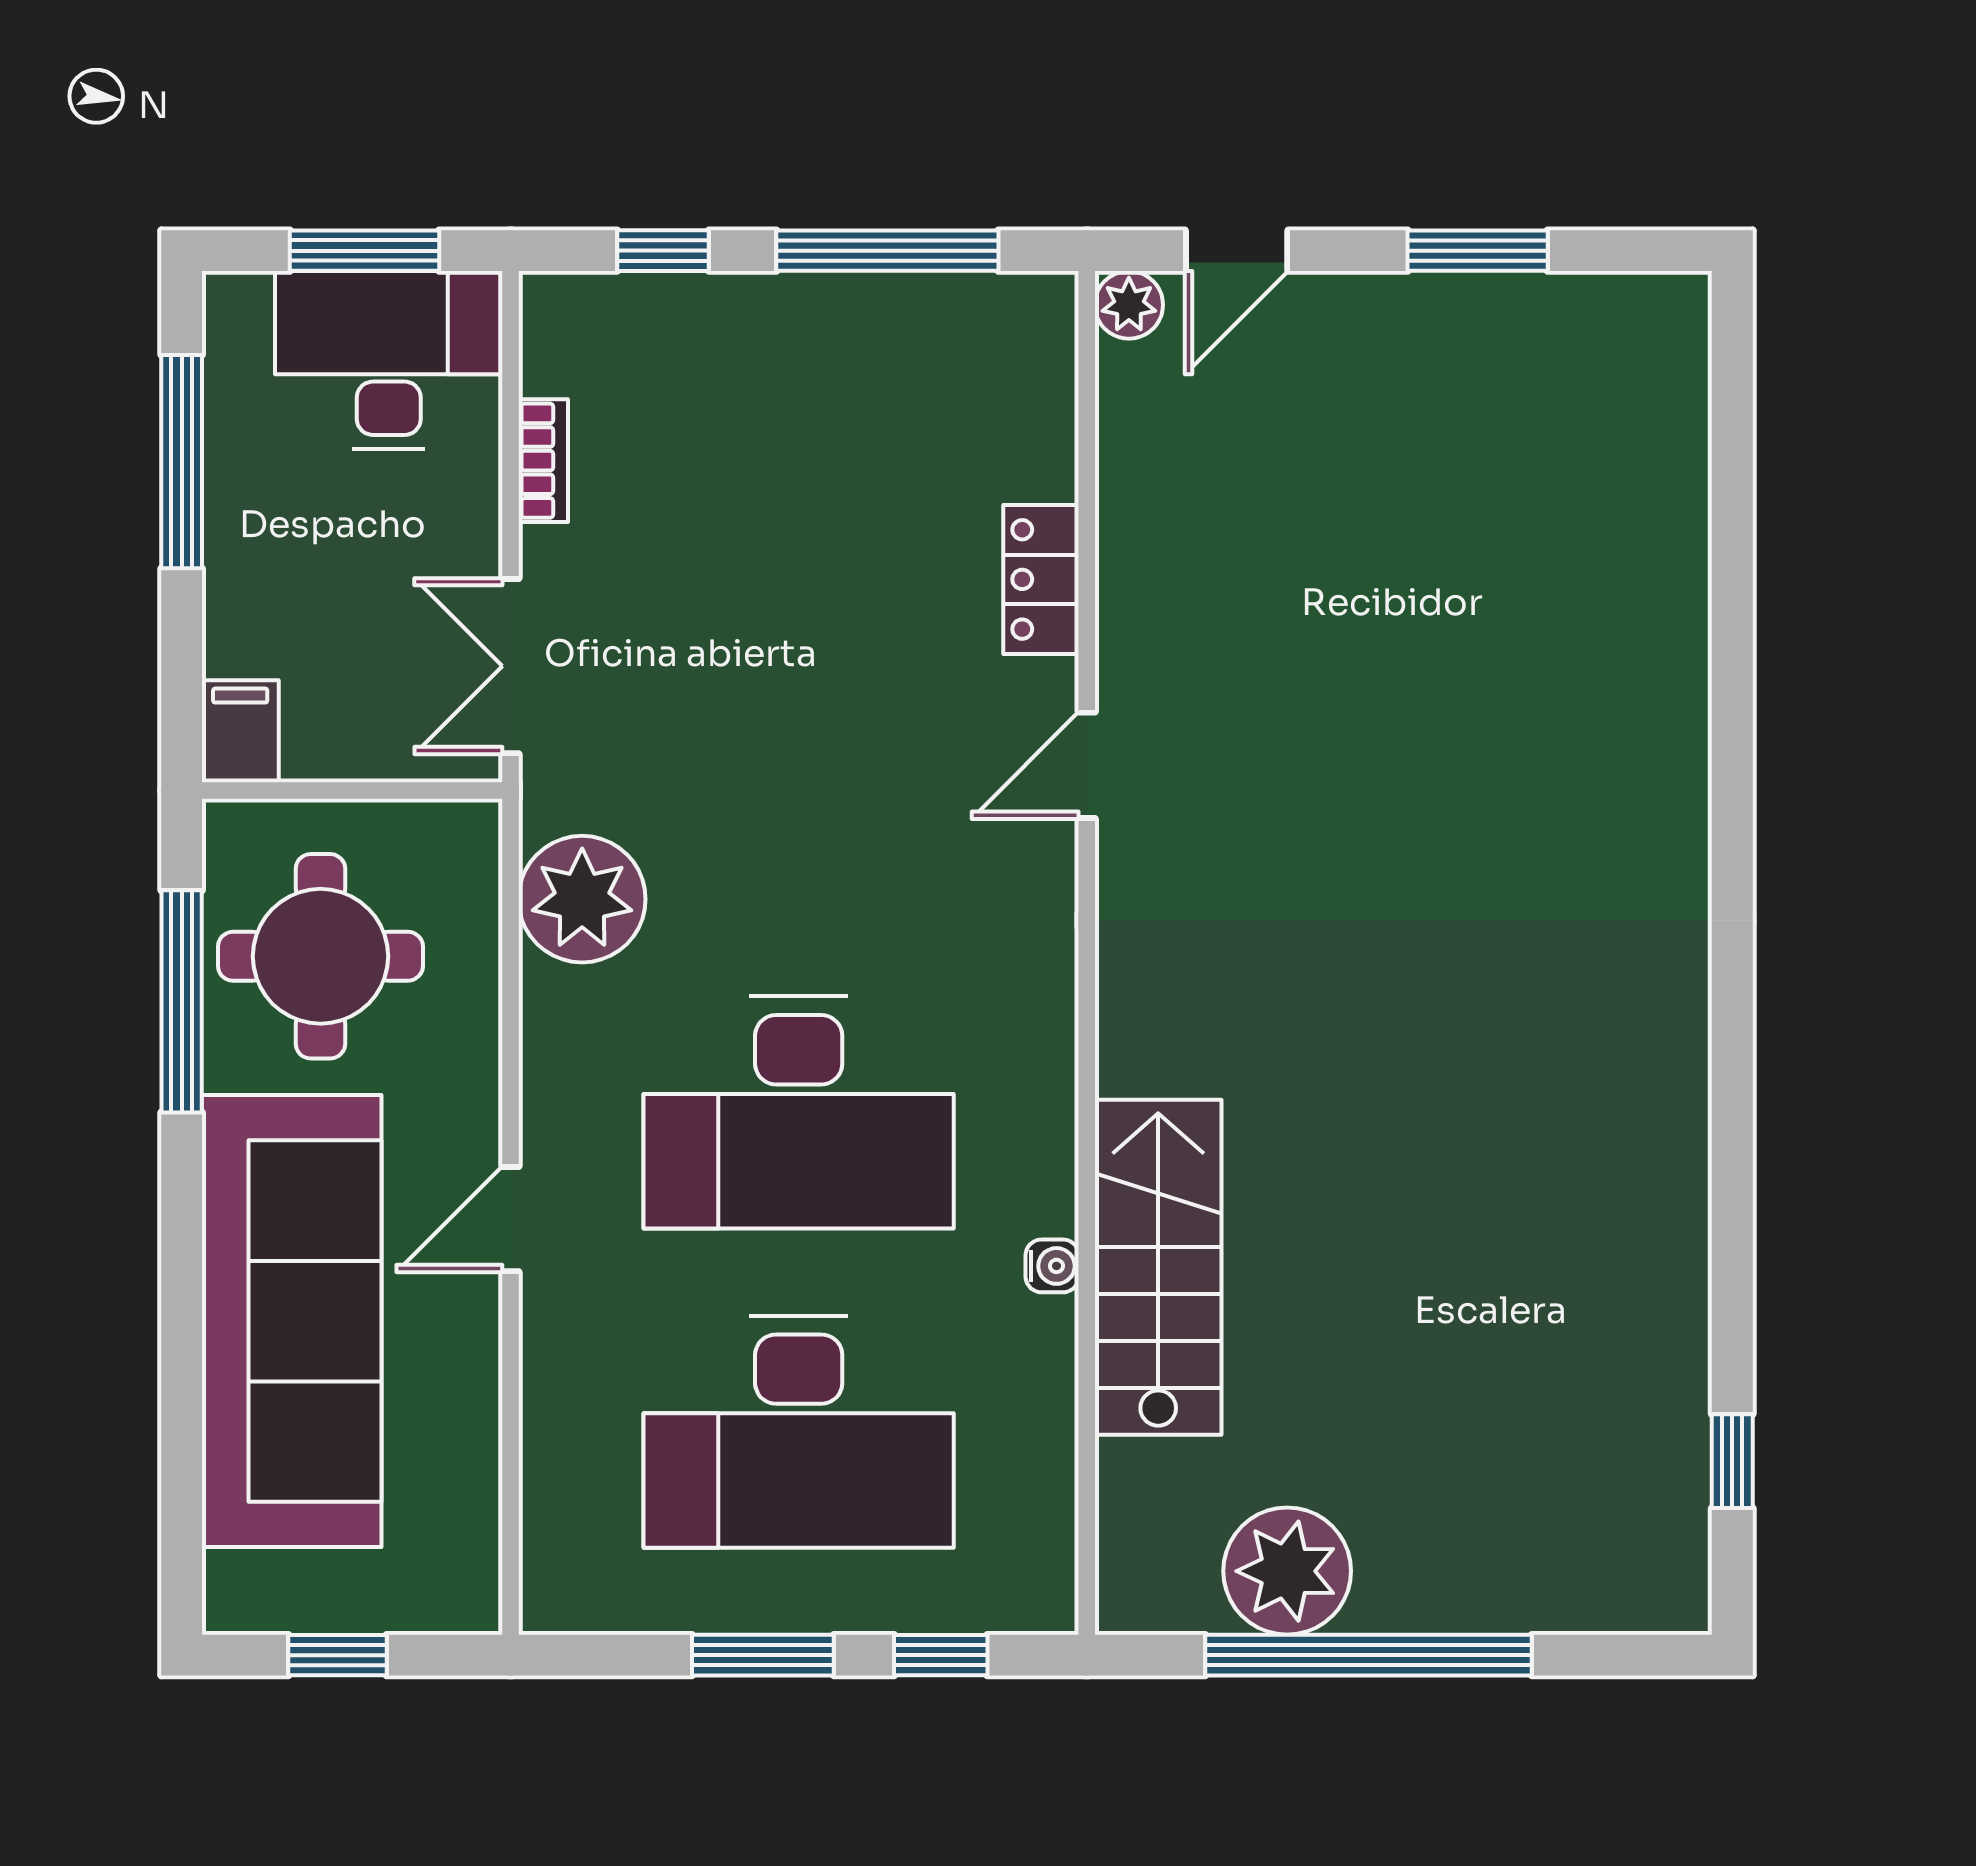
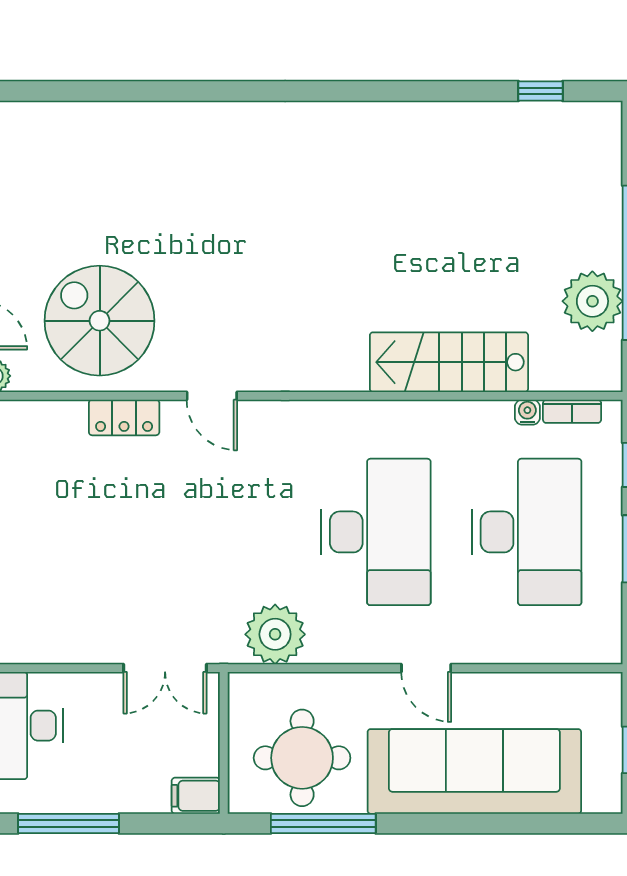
bookcase: (543, 461) -> (572, 411), moved, turned 180
spiral stairs: (1246, 527) -> (100, 321), added
water cooler: (1052, 1266) -> (527, 412), moved

